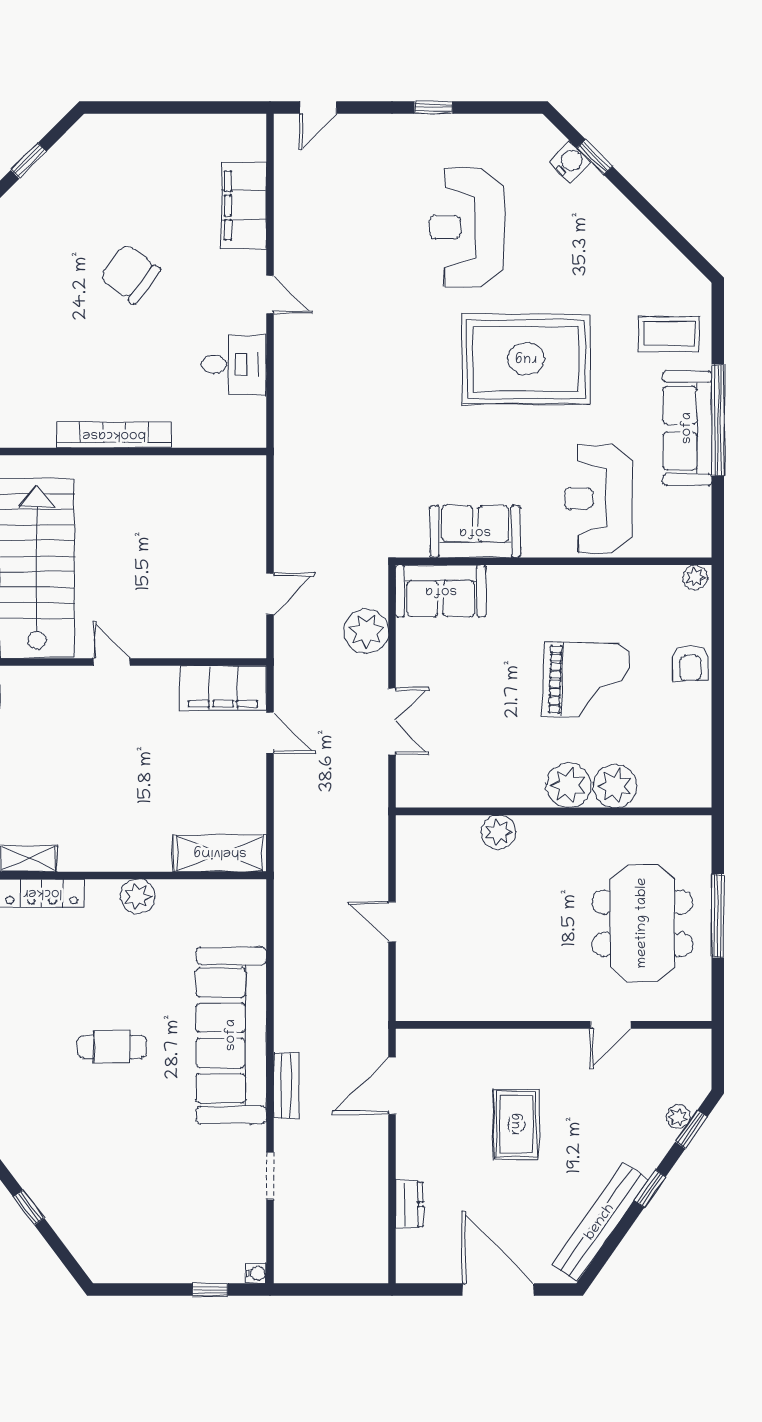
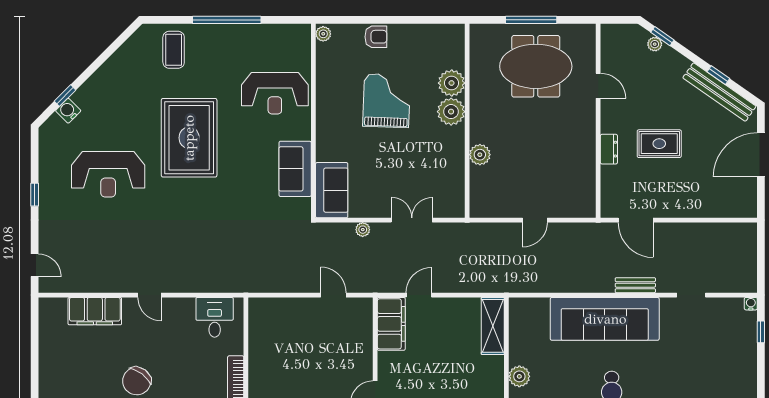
door: (270, 294) -> (149, 295), swing flipped
desk: (234, 365) -> (215, 317), moved
sofa: (687, 428) -> (232, 39), removed
plant: (366, 631) -> (363, 230), width x0.53, depth x0.53
window: (650, 1189) -> (718, 75), moved
dresser: (409, 1204) -> (609, 149), moved, turned 90

